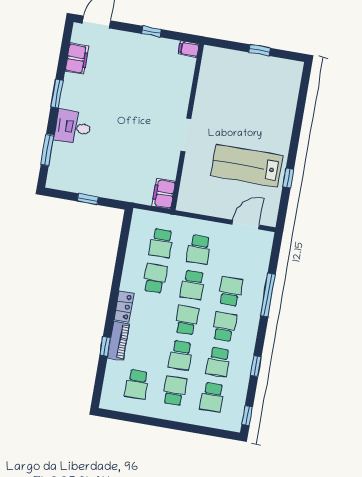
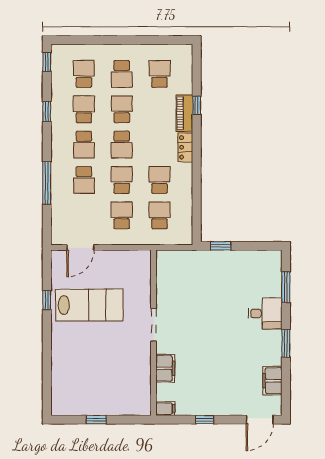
filing cabinet: (164, 194) -> (165, 368), moved
window: (88, 199) -> (221, 246), moved
school desk: (155, 278) -> (159, 180), turned 180

